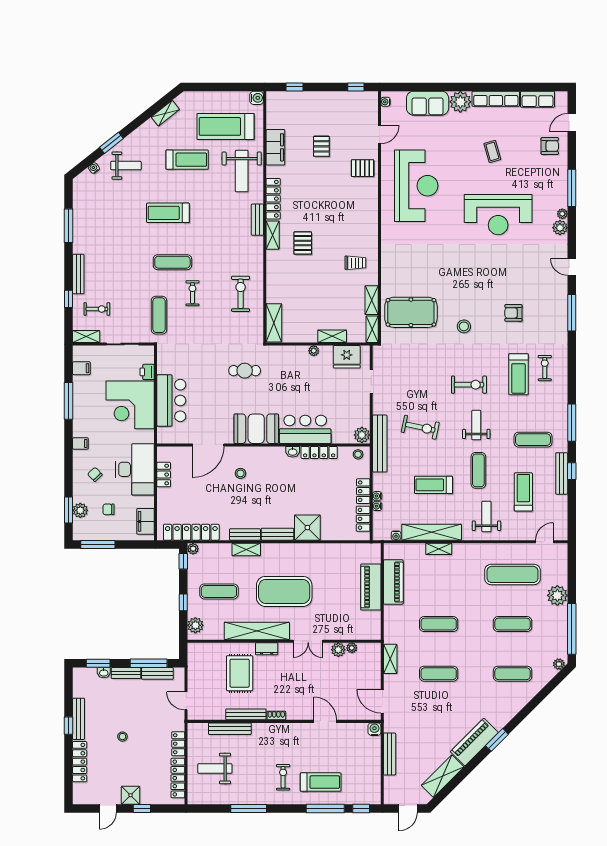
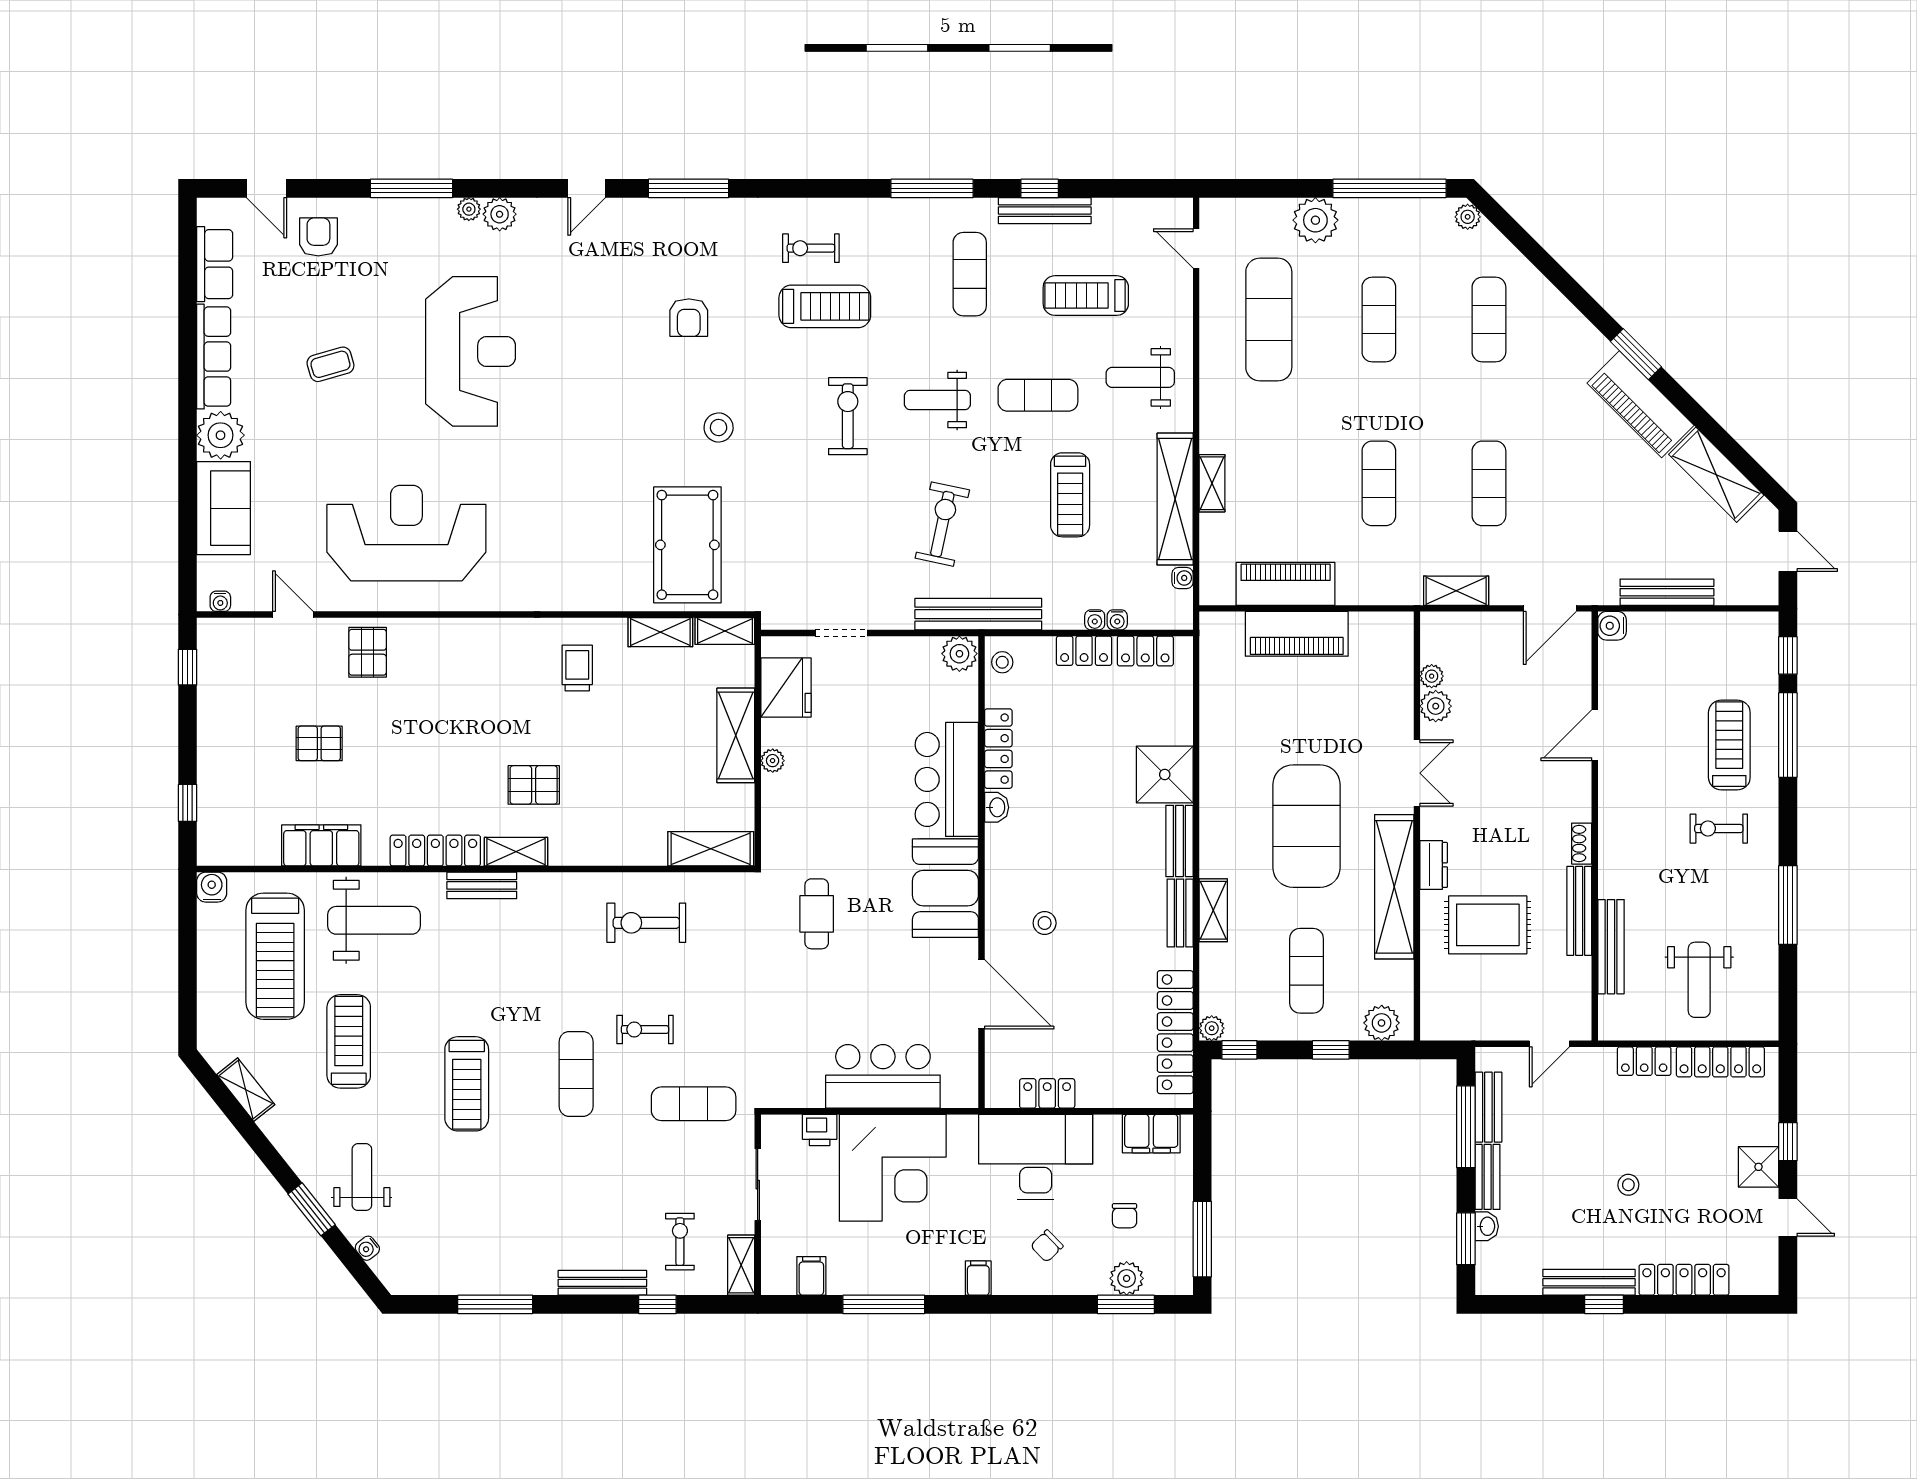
shelving: (332, 336) -> (736, 735), width x1.50, depth x1.33

